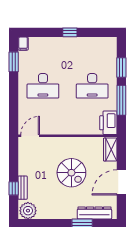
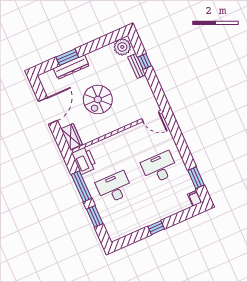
door: (30, 136) -> (151, 116), hinge flipped
spiral stairs: (71, 173) -> (98, 99), turned -90
dresser: (94, 213) -> (71, 67), moved

